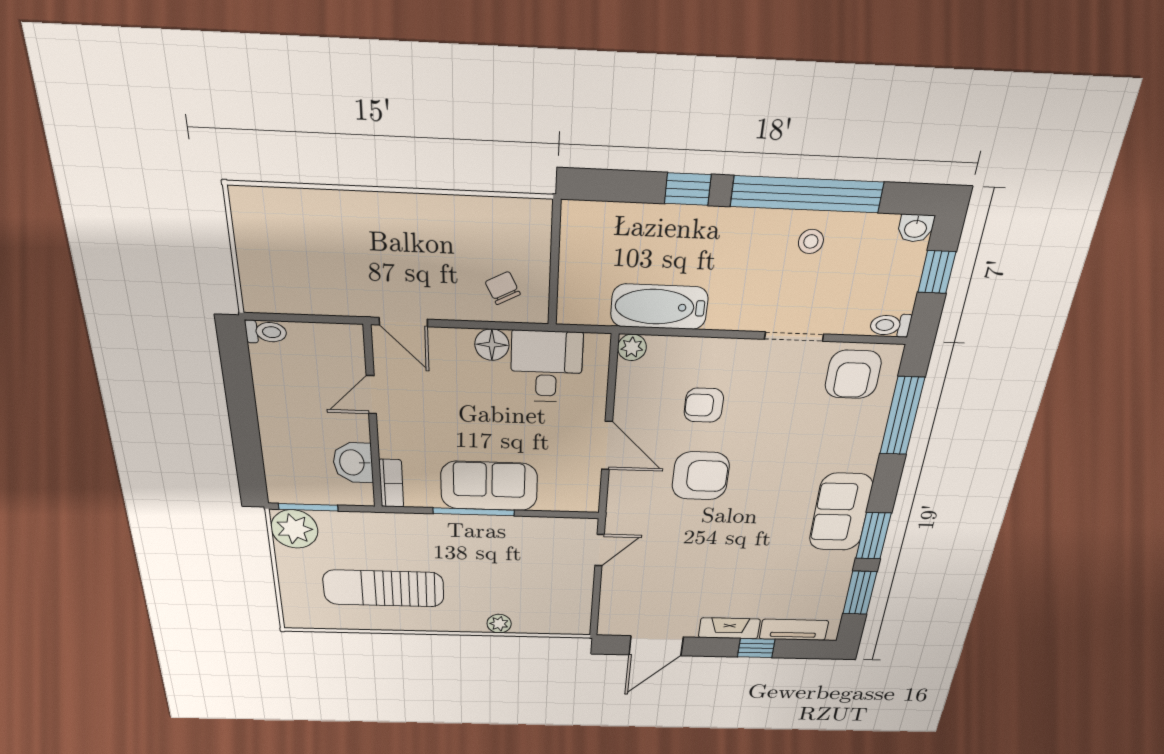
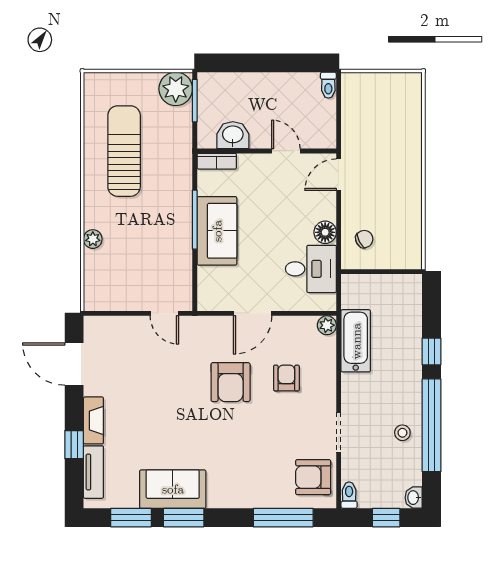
sofa: (841, 512) -> (173, 489), moved

